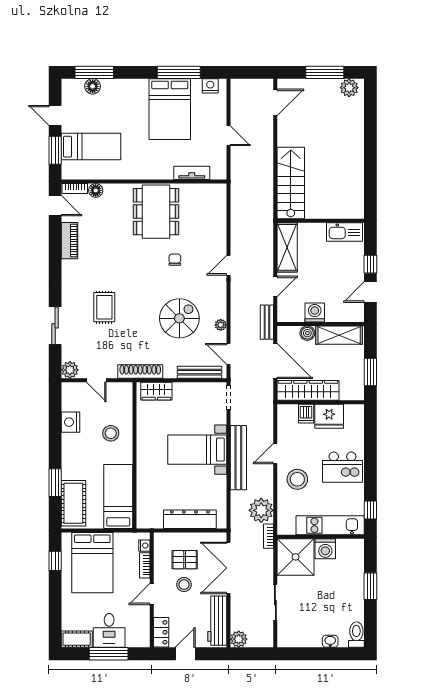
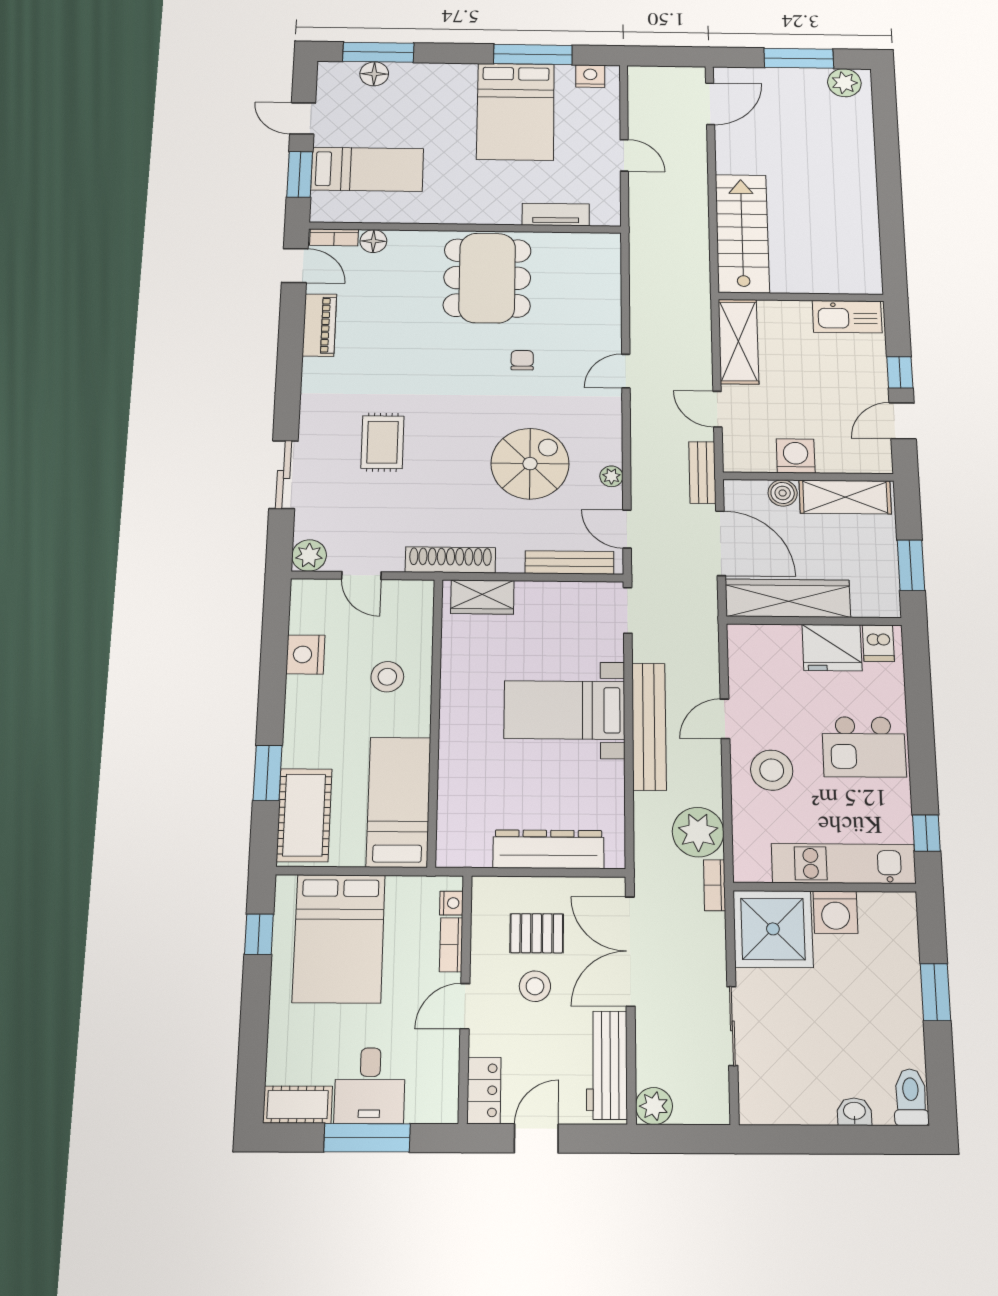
door: (275, 286) -> (717, 409), swing flipped
dishwasher: (306, 414) -> (878, 643), moved

